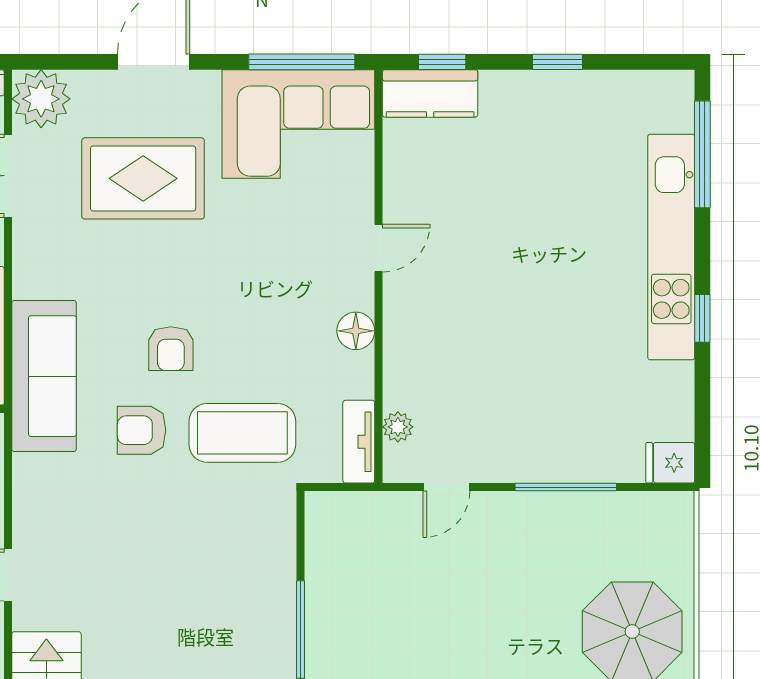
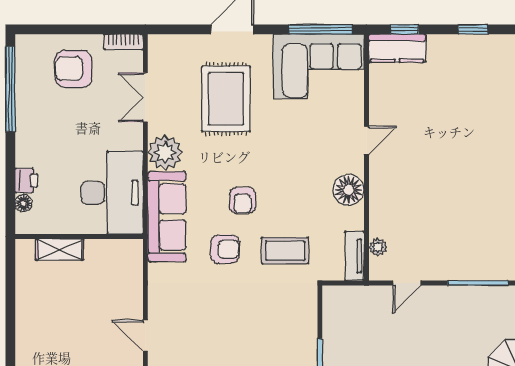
plant: (41, 99) -> (165, 152), moved
rug: (143, 178) -> (226, 99), turned 90
floor lamp: (356, 331) -> (349, 190), width x1.38, depth x1.38
armchair: (142, 430) -> (225, 249), turned 180
coffee table: (242, 433) -> (285, 251), width x0.73, depth x0.76

